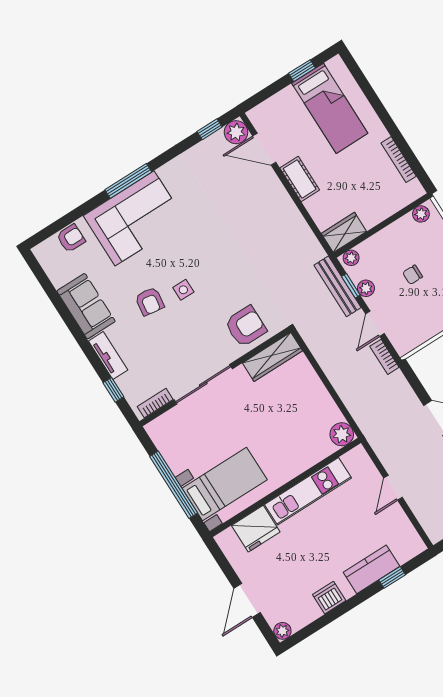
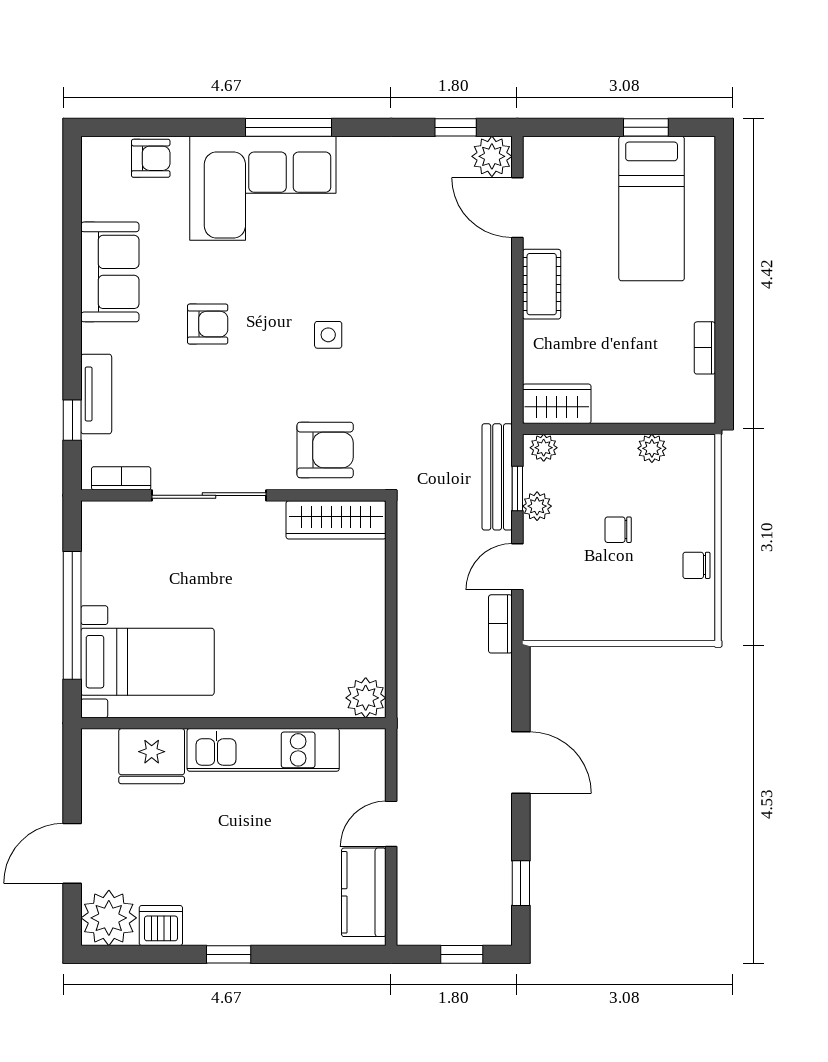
bookcase: (399, 160) -> (705, 348), width x0.64
plant: (421, 214) -> (652, 448), moved
side table: (183, 290) -> (328, 335), moved
armchair: (150, 301) -> (208, 324), turned -98
tv unit: (108, 355) -> (96, 394), moved
kitchen counter: (372, 569) -> (364, 892), moved, turned -90
window: (392, 577) -> (229, 954), moved
dishwasher: (329, 598) -> (161, 926), moved
plant: (282, 631) -> (109, 918), width x1.88, depth x1.88

